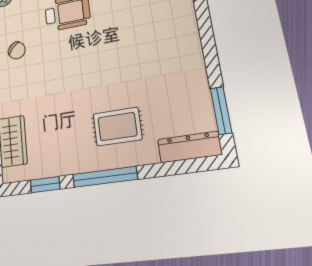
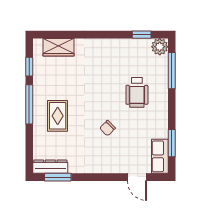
chair: (17, 51) -> (108, 128), moved
dresser: (190, 147) -> (50, 167), moved, turned -90

